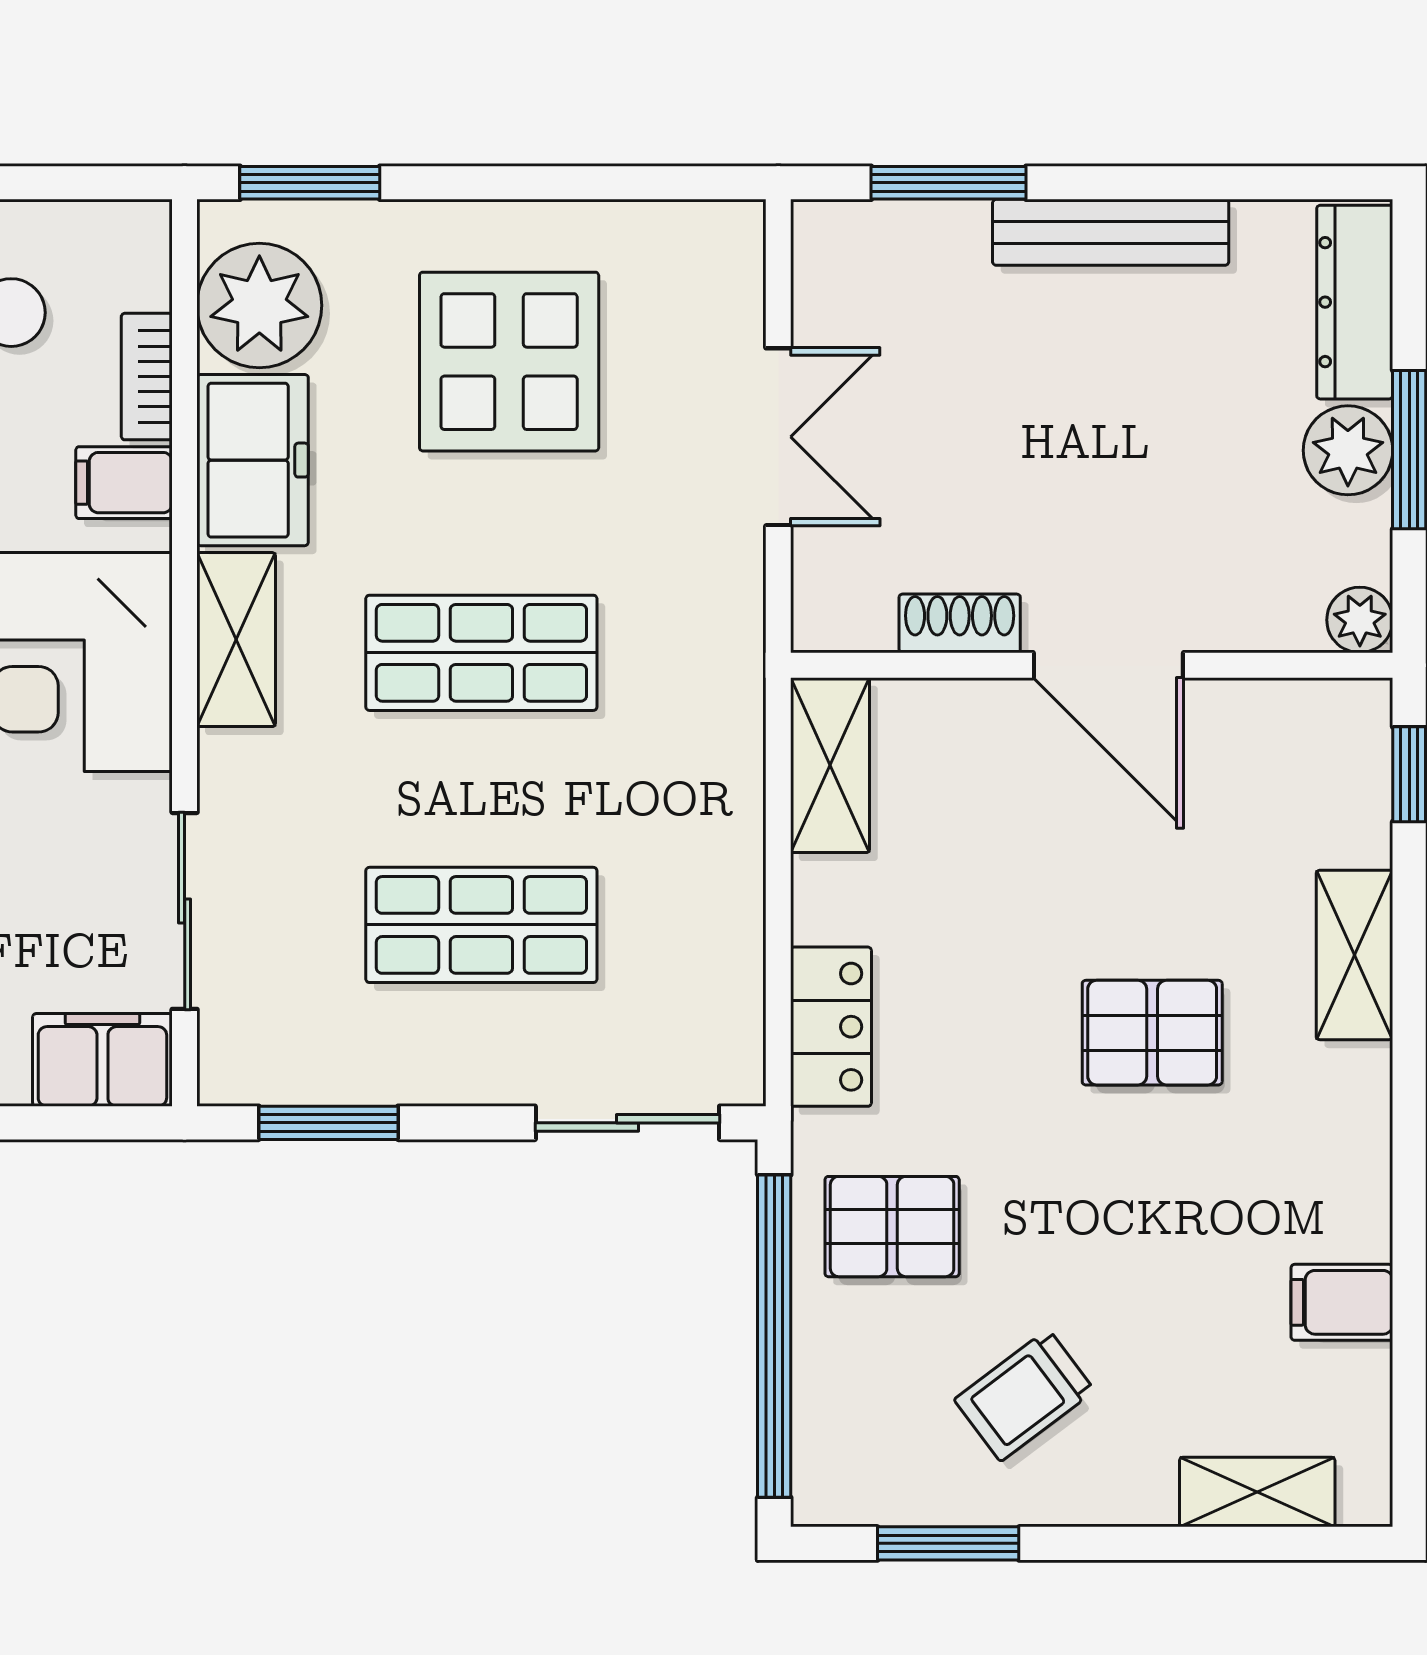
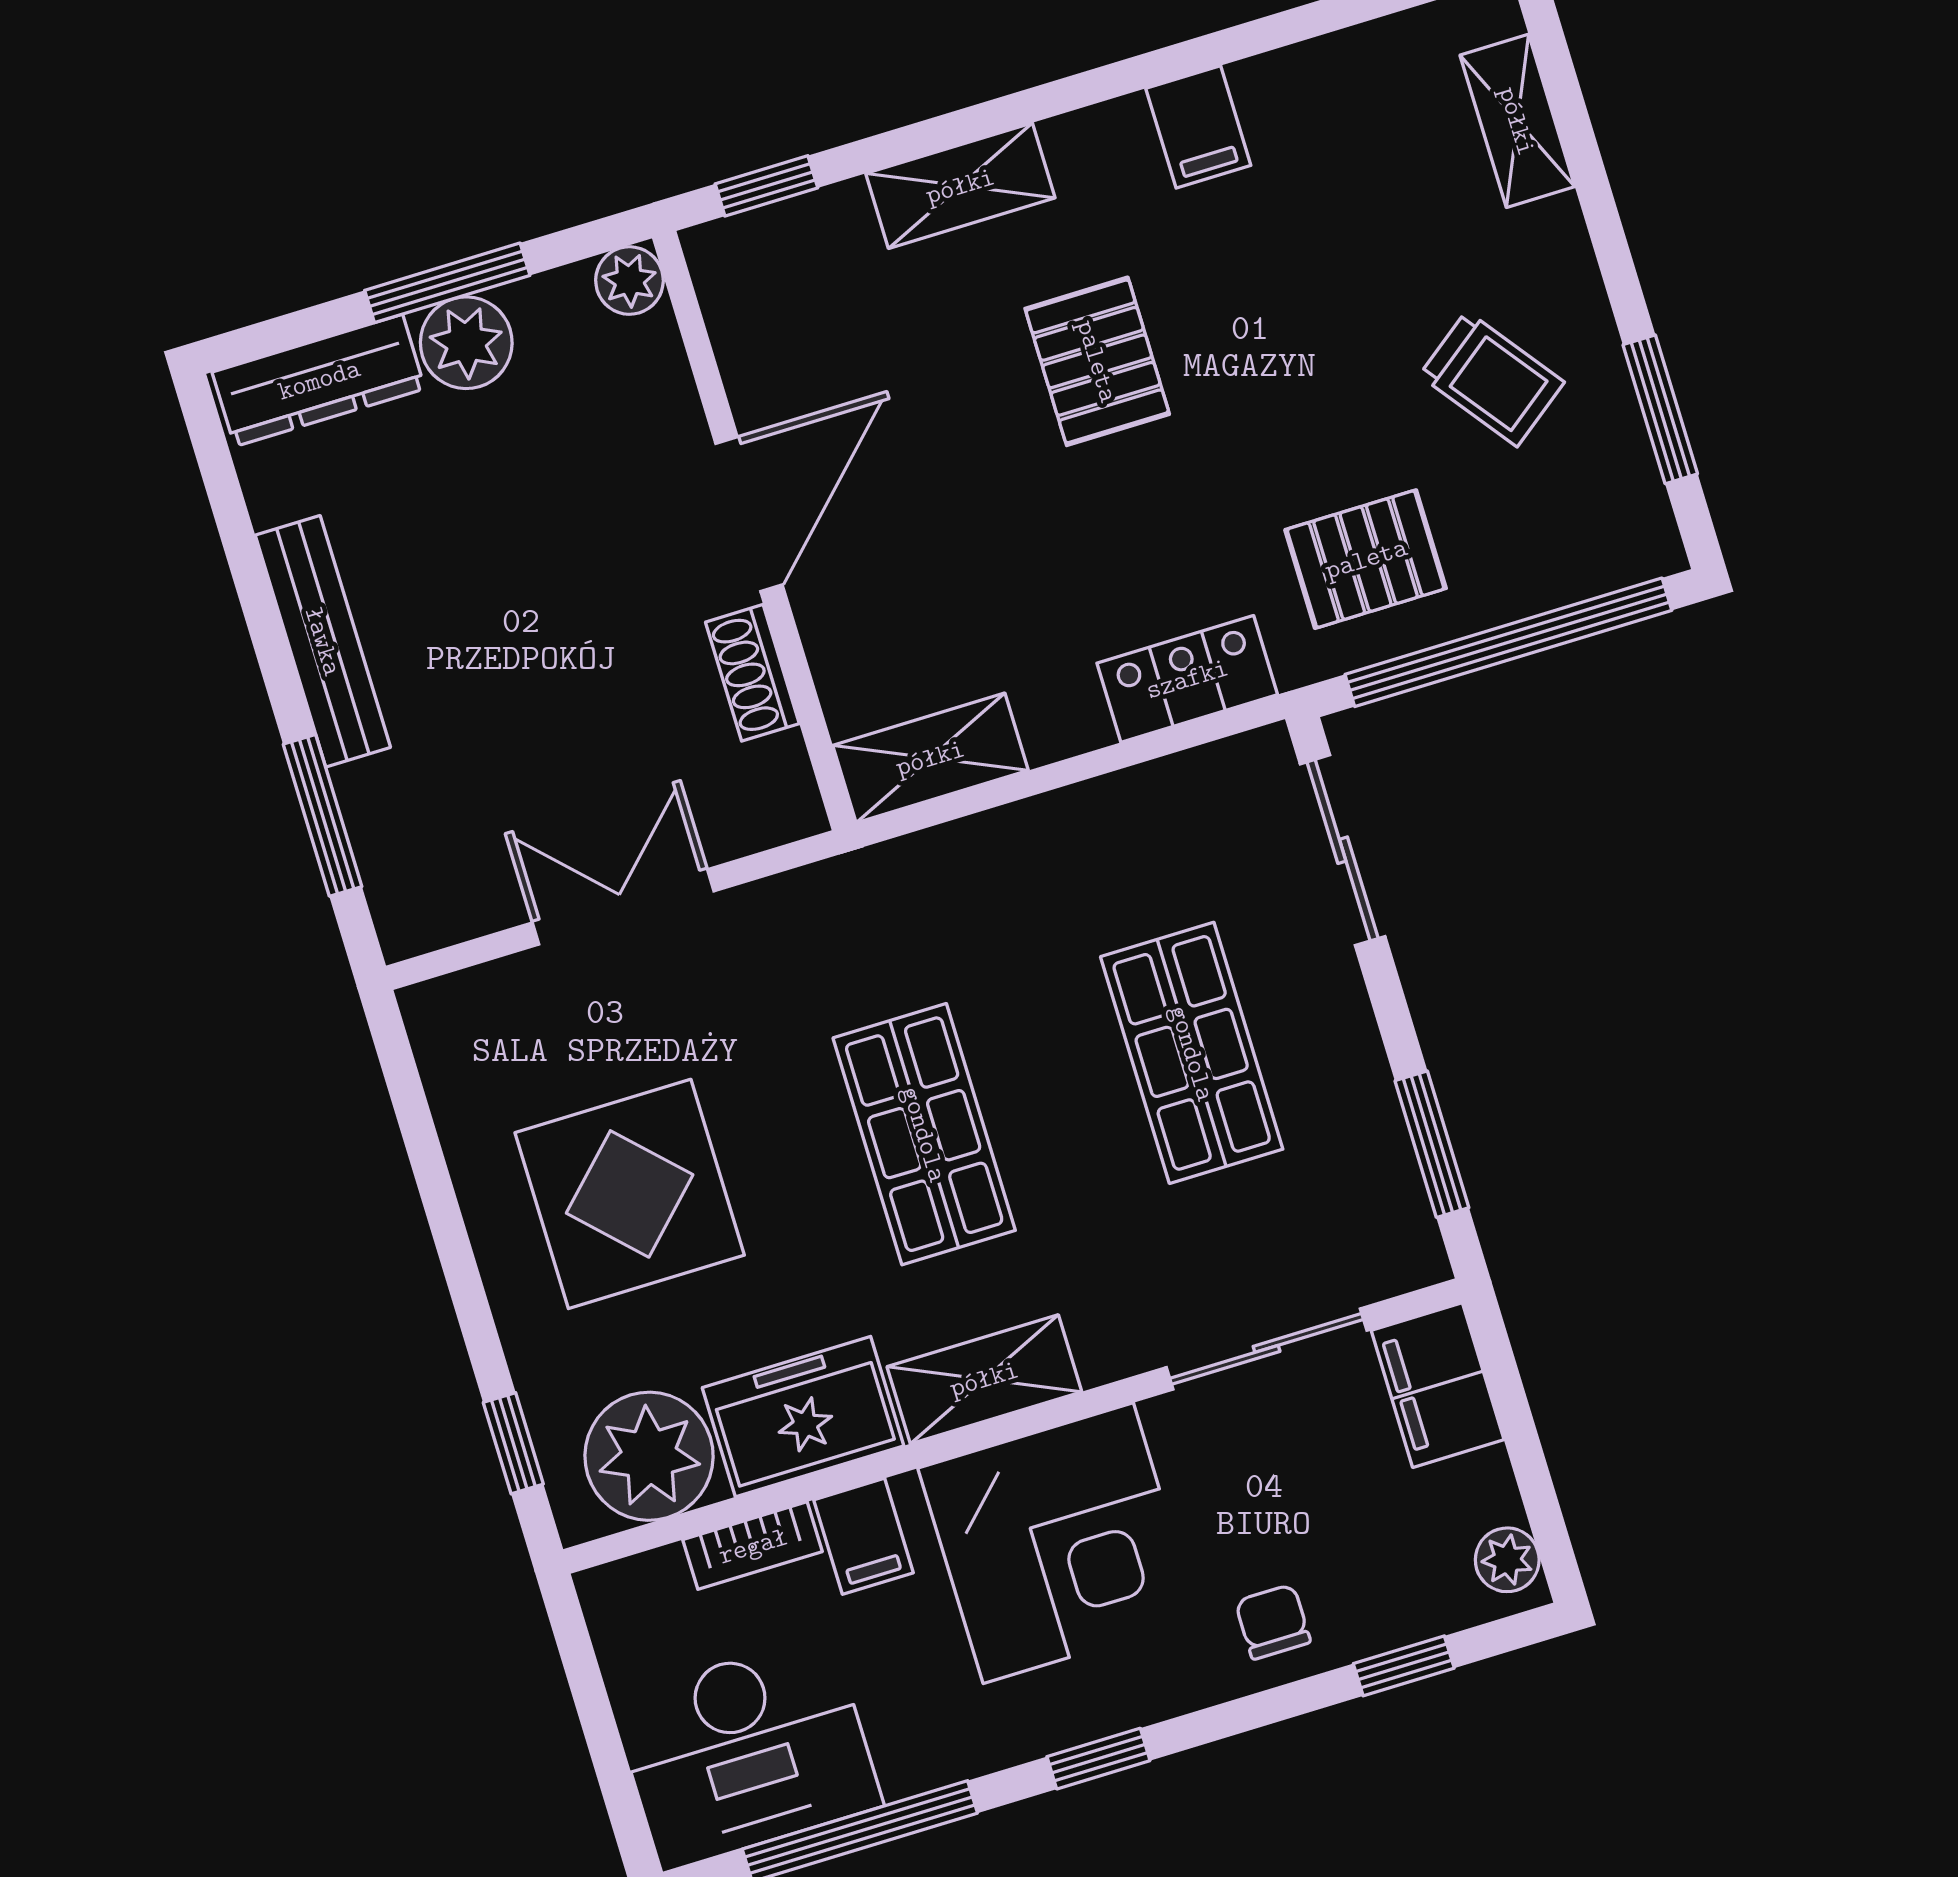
window: (310, 183) -> (513, 1443), width x0.67
pallet: (892, 1227) -> (1366, 559), turned 90
filing cabinet: (1342, 1302) -> (1198, 127), moved

